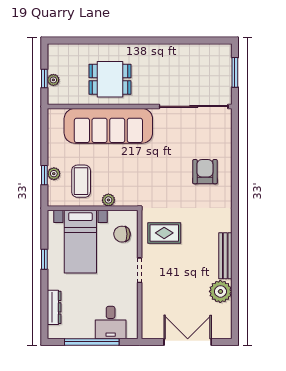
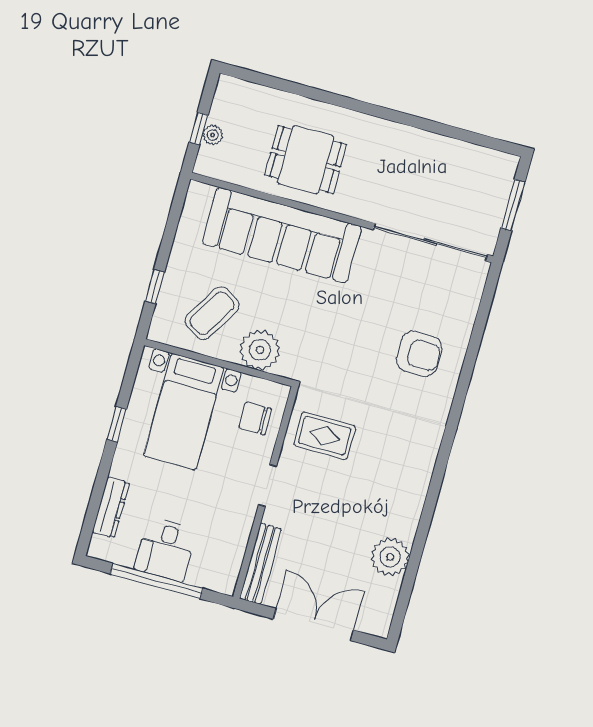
armchair: (205, 172) -> (419, 354), turned 90
plant: (54, 174) -> (171, 289), removed
coffee table: (81, 181) -> (212, 313), turned 31
plant: (108, 200) -> (260, 350), width x1.88, depth x1.88
bench: (225, 256) -> (260, 564), moved
desk: (111, 323) -> (166, 549), moved

